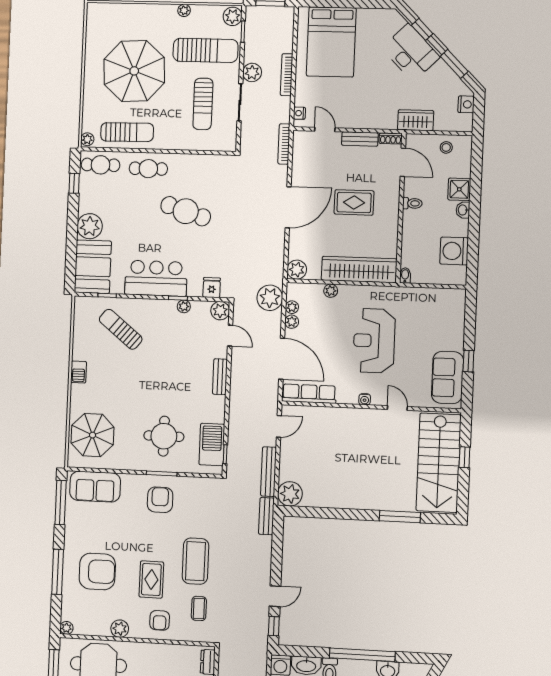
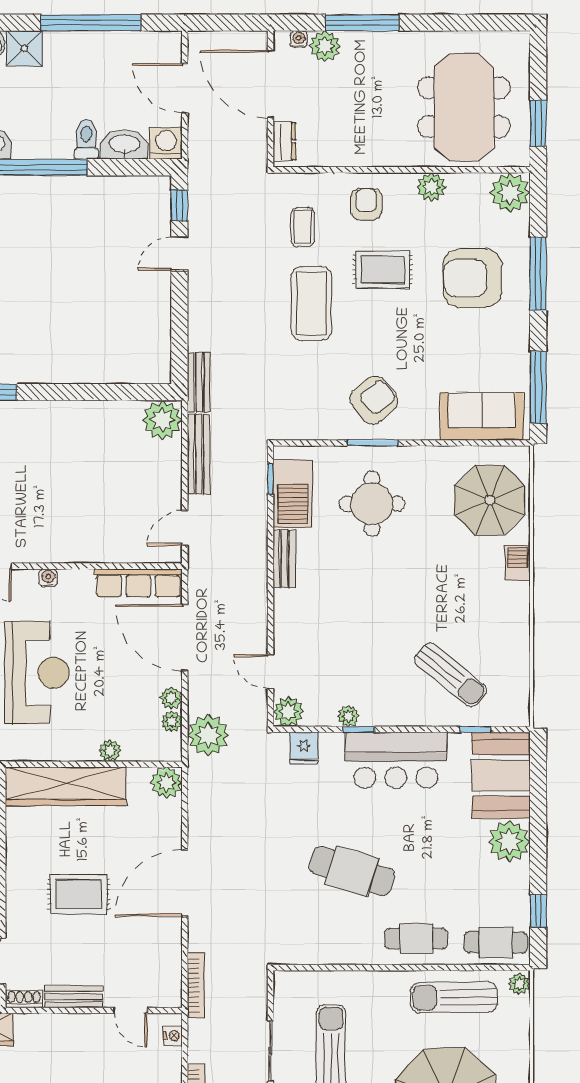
barbecue: (79, 372) -> (518, 563), moved
bench: (220, 377) -> (284, 559), moved
armchair: (160, 500) -> (374, 400), turned -130
rug: (151, 579) -> (383, 270), turned 90
plant: (66, 628) -> (510, 193), width x1.87, depth x1.87

